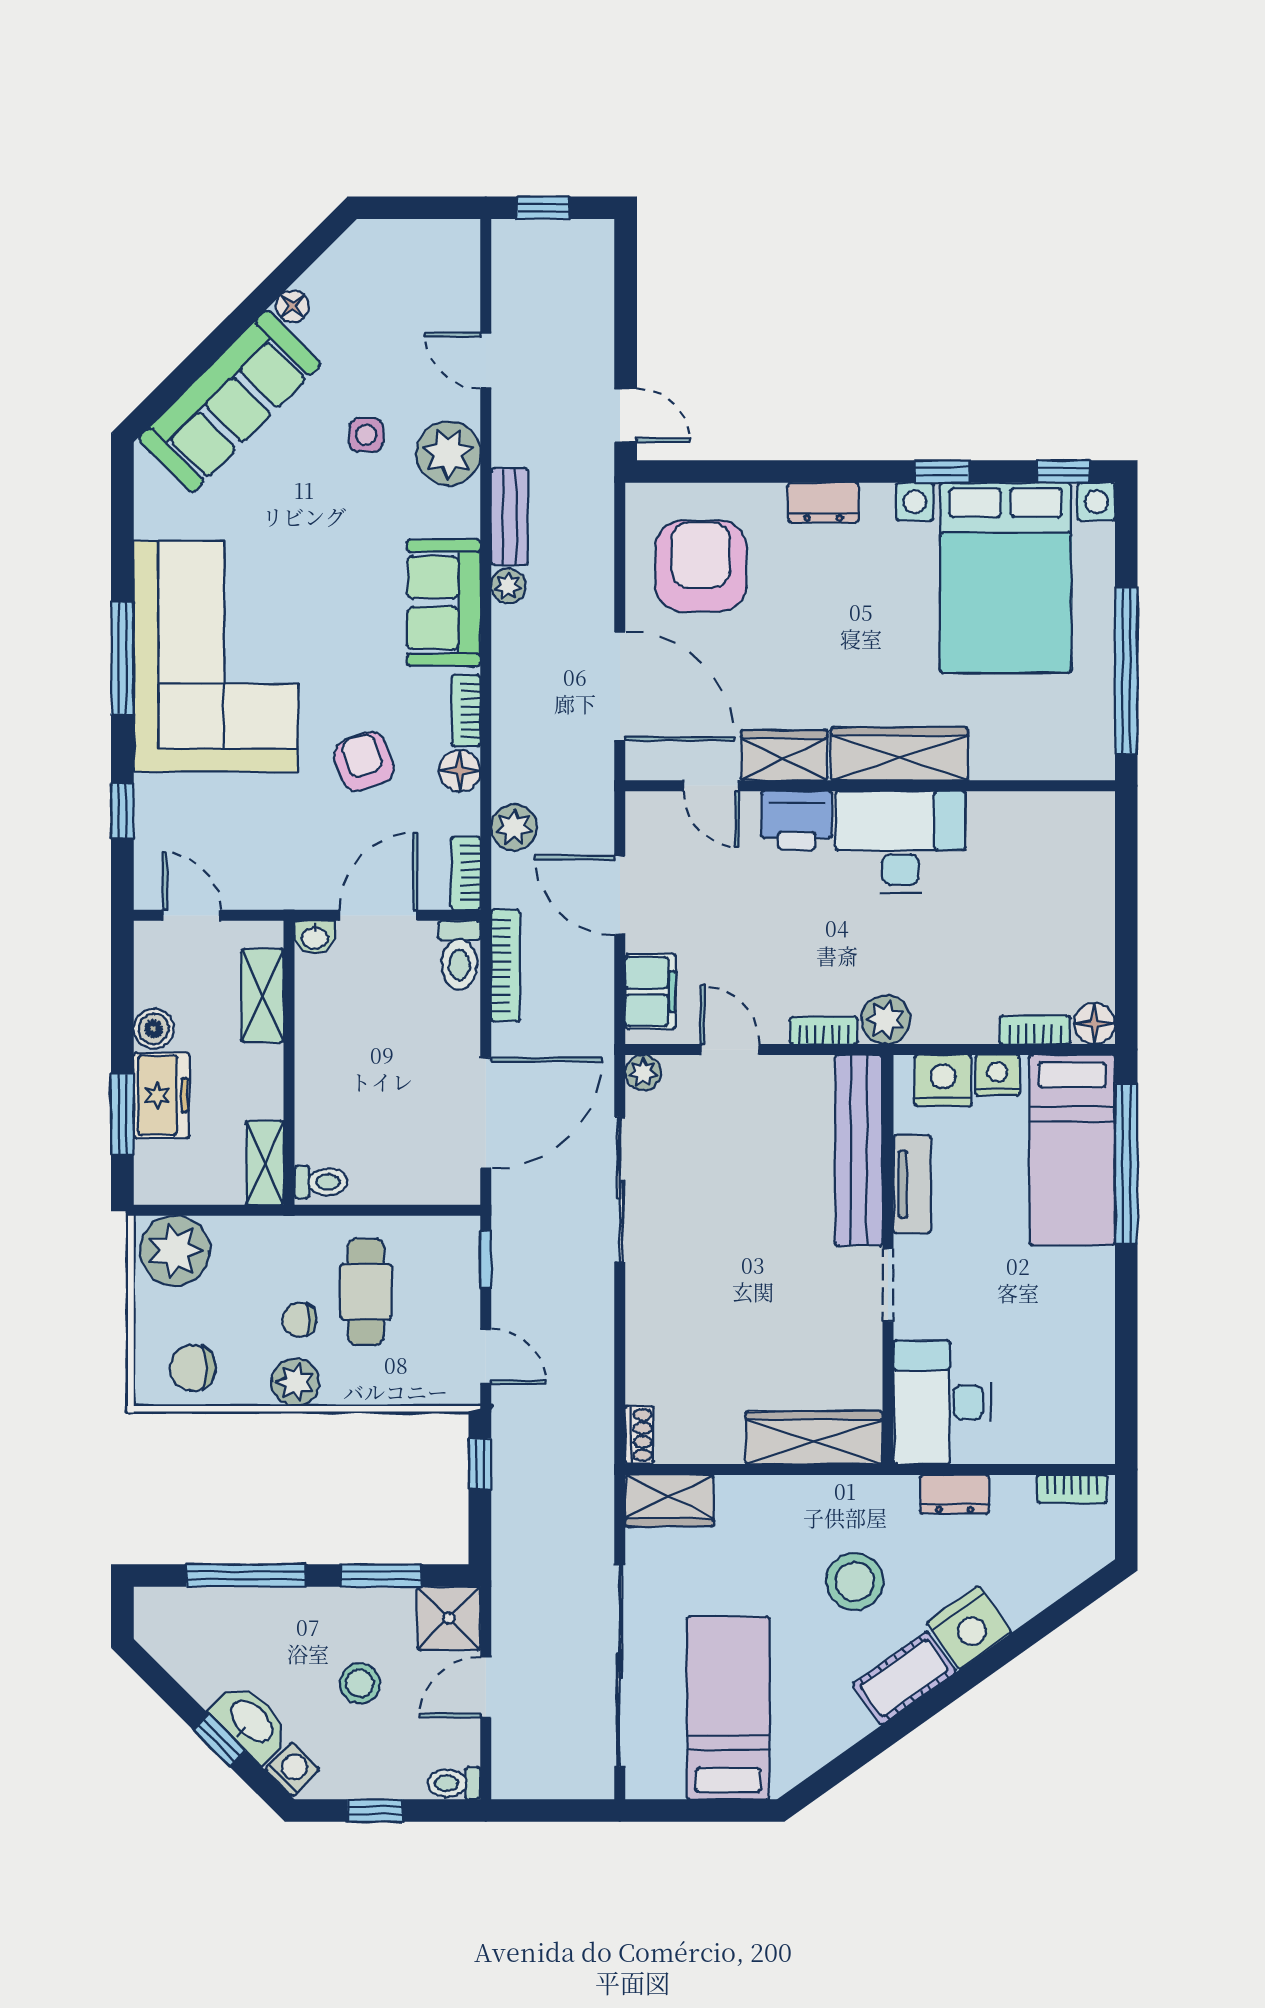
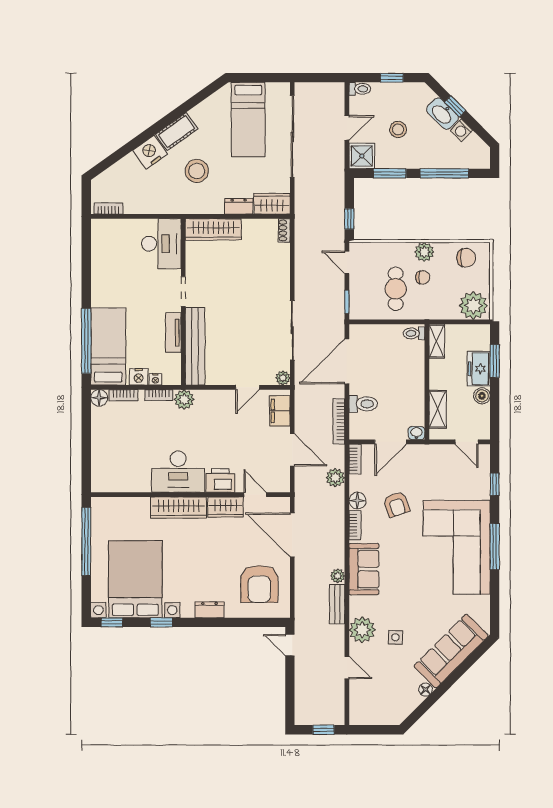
toilet: (459, 955) -> (363, 404), moved, turned 90
bookcase: (824, 1030) -> (159, 395), moved
door: (730, 1049) -> (248, 387), hinge flipped
nightstand: (943, 1080) -> (155, 379), width x0.53, depth x0.56
dresser: (955, 1494) -> (239, 206), moved
washing machine: (292, 1769) -> (462, 130), moved

